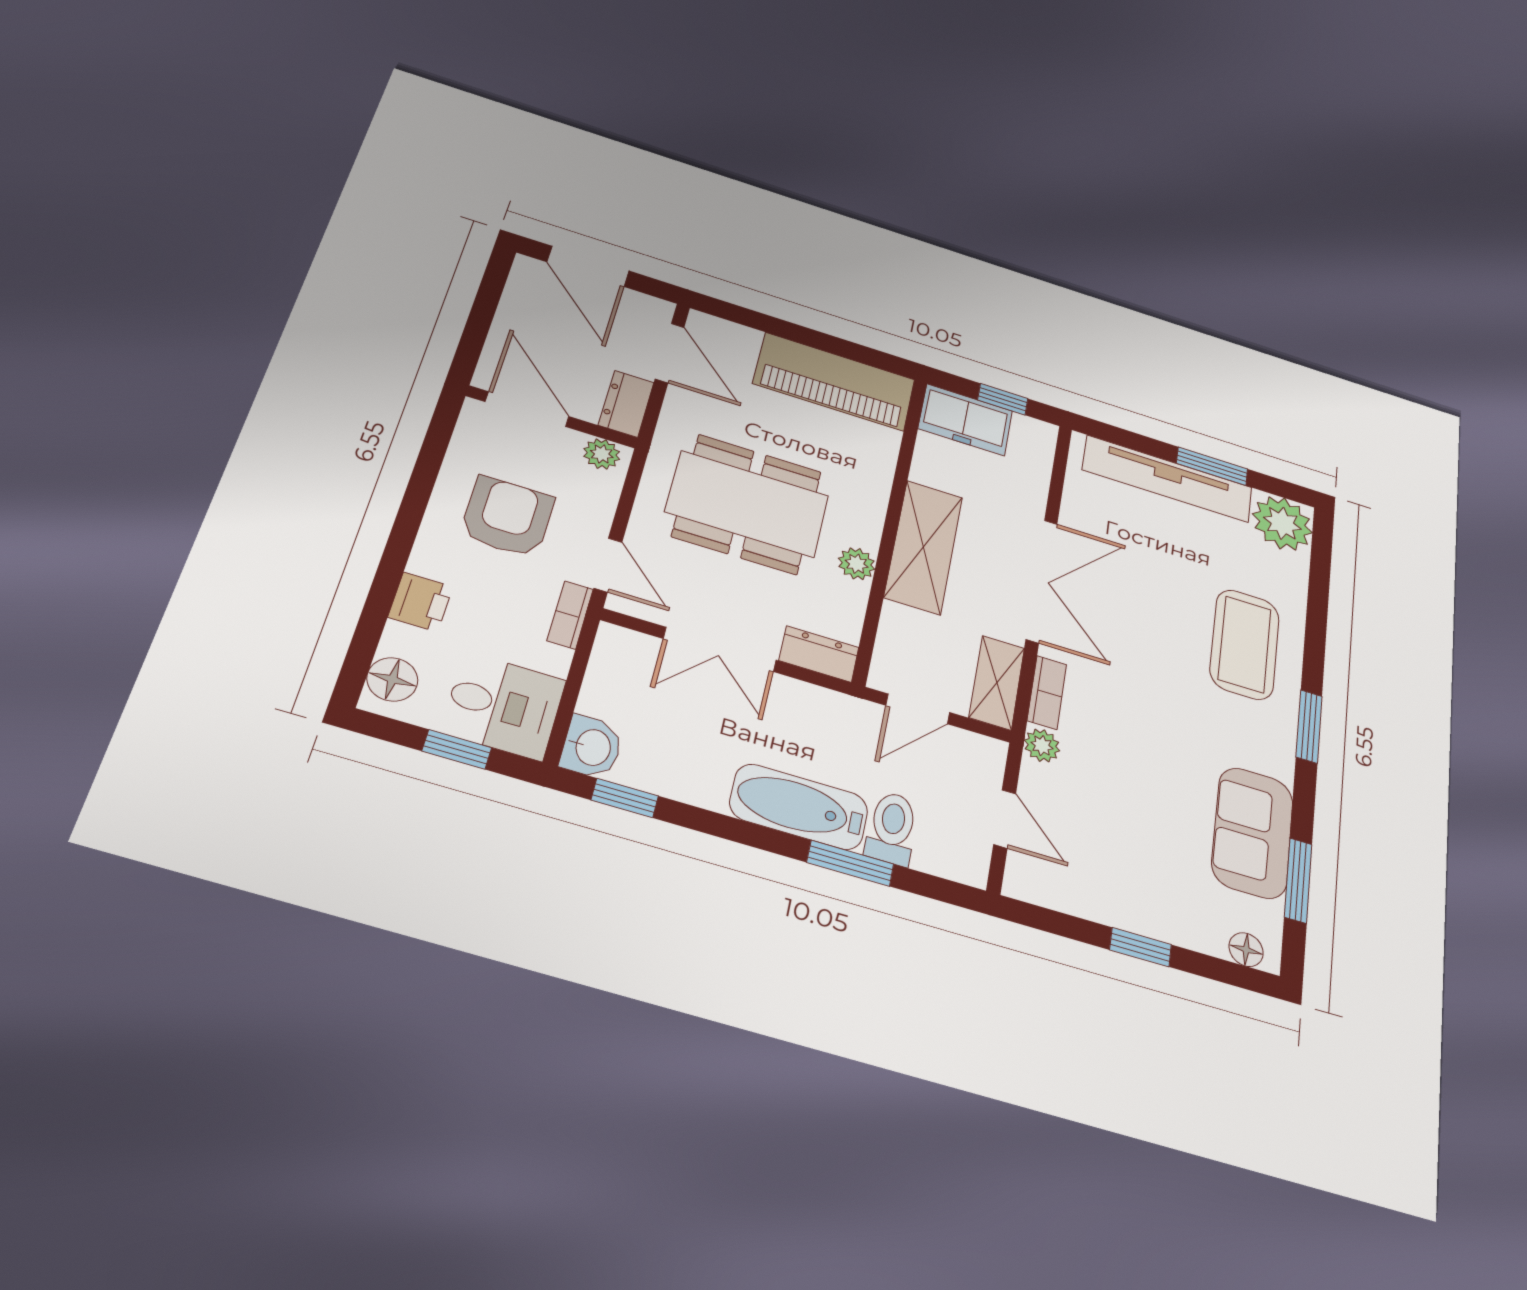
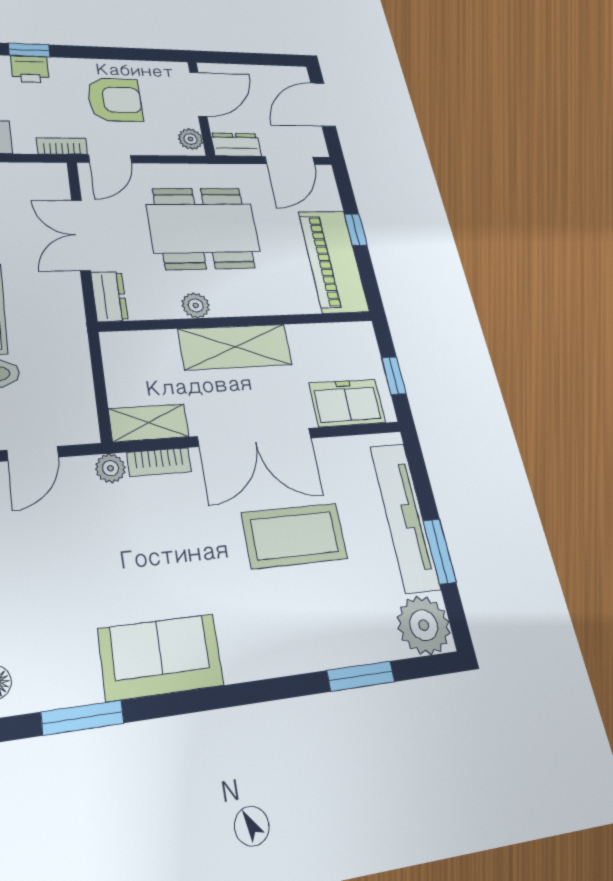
window: (796, 333) -> (356, 229), added
freezer: (965, 420) -> (347, 403), moved, turned 90
dining table: (747, 504) -> (203, 228), turned 90
window: (384, 589) -> (29, 50), added
coffee table: (1245, 644) -> (294, 536), moved
door: (918, 709) -> (98, 371), removed
window: (1309, 726) -> (361, 676), moved
sofa: (1252, 833) -> (161, 657), moved

